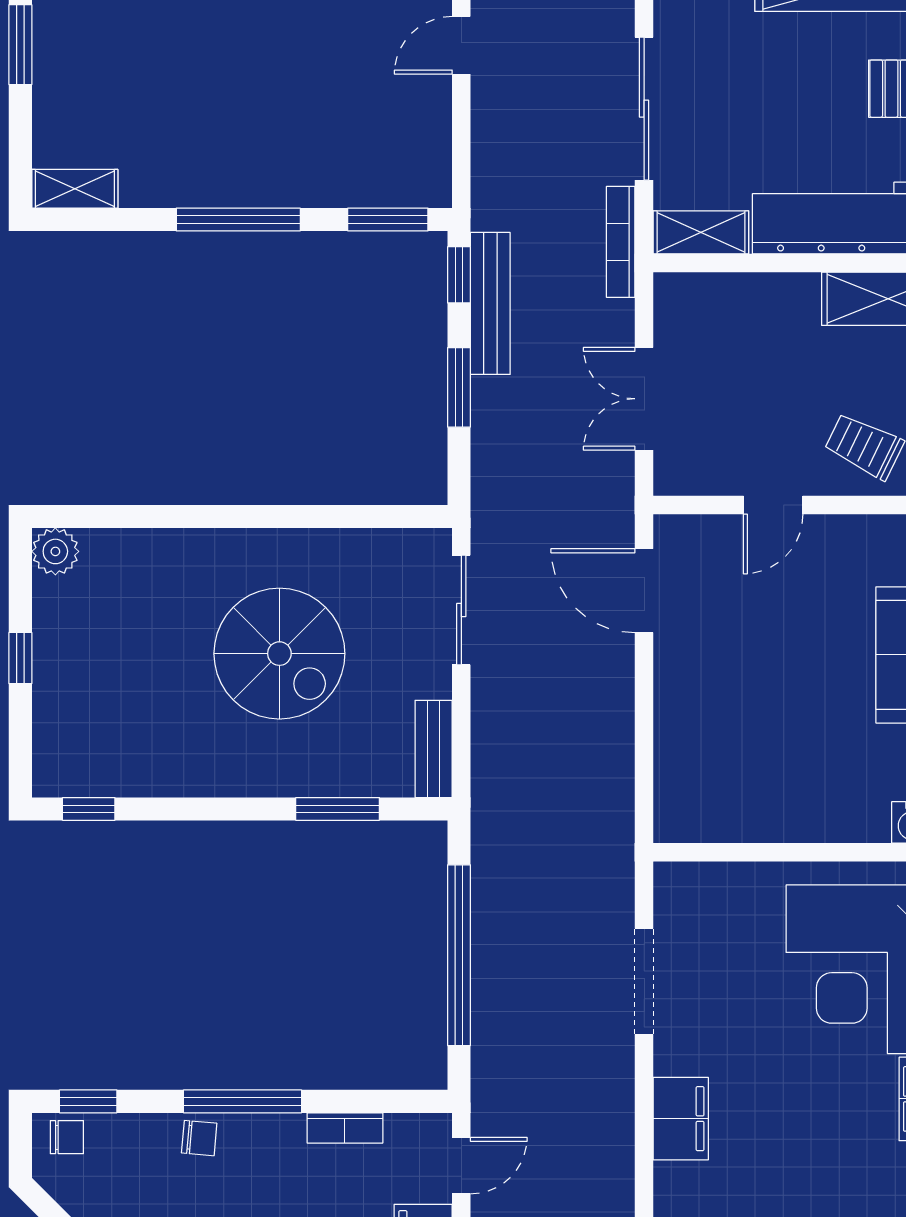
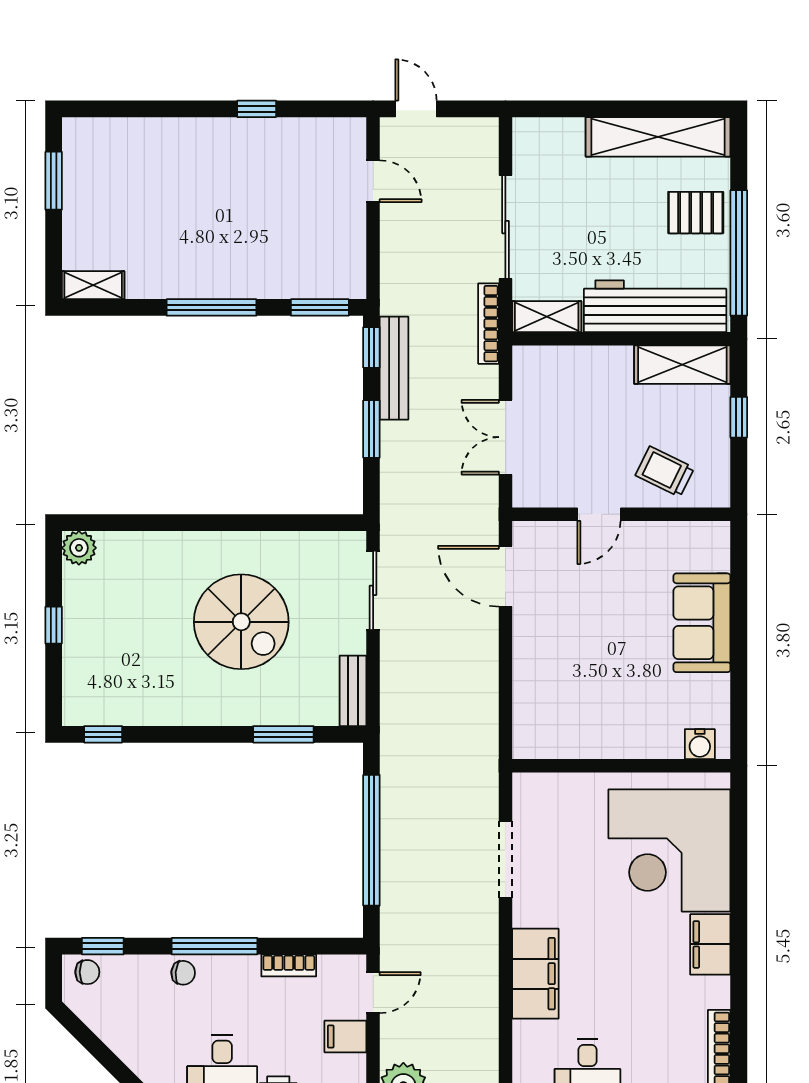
door: (461, 45) -> (373, 181), swing flipped
filing cabinet: (681, 1119) -> (535, 974), width x1.50, depth x1.17

